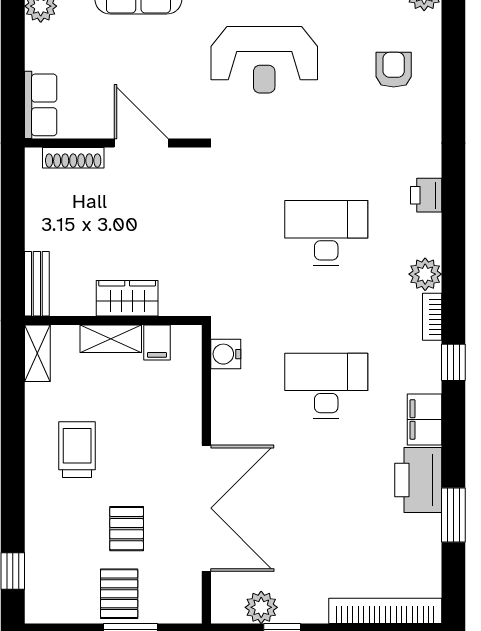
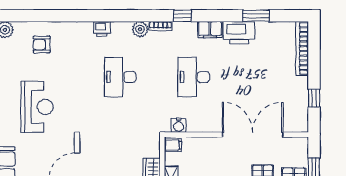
filing cabinet: (157, 343) -> (173, 145), moved
plant: (261, 607) -> (300, 108), removed

